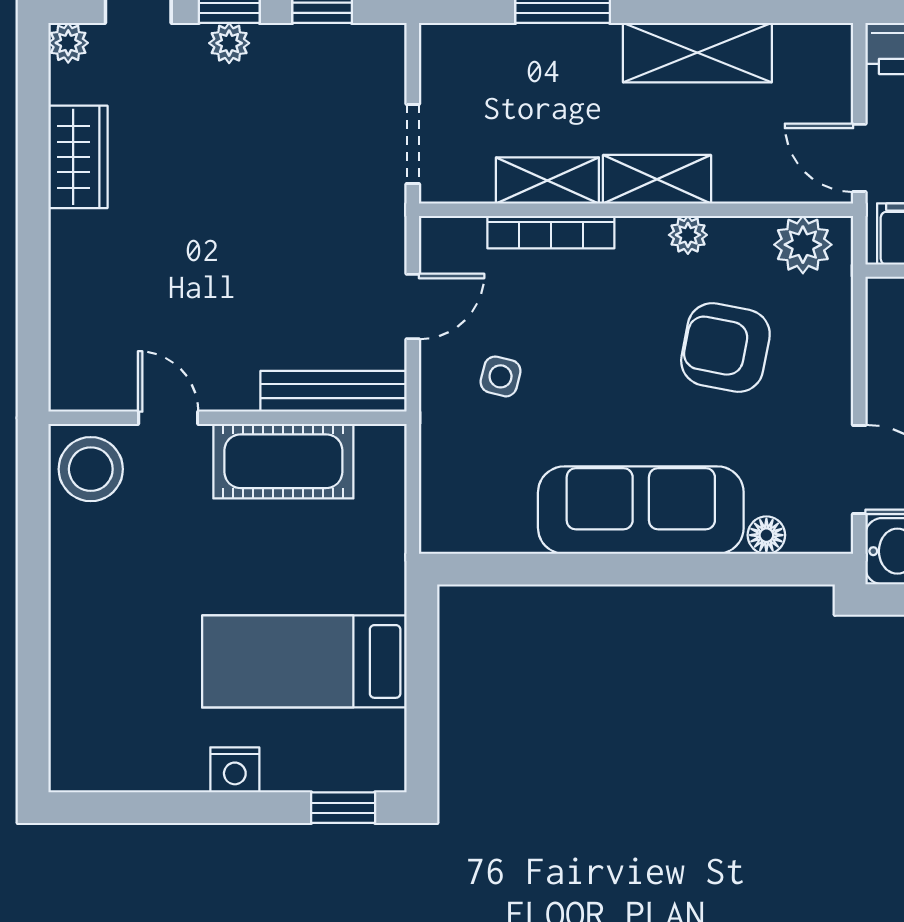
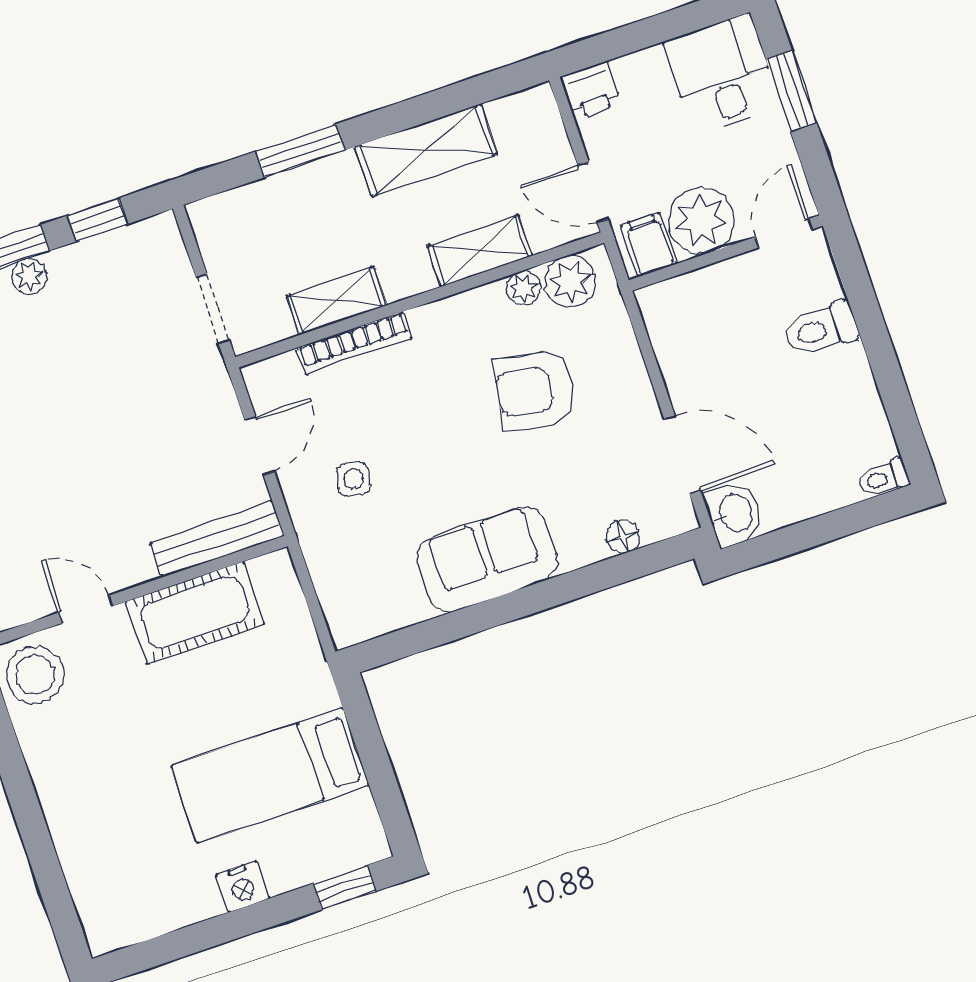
shelving: (657, 179) -> (479, 251), moved
plant: (688, 235) -> (524, 288), moved
sofa: (641, 510) -> (487, 559), width x0.73

